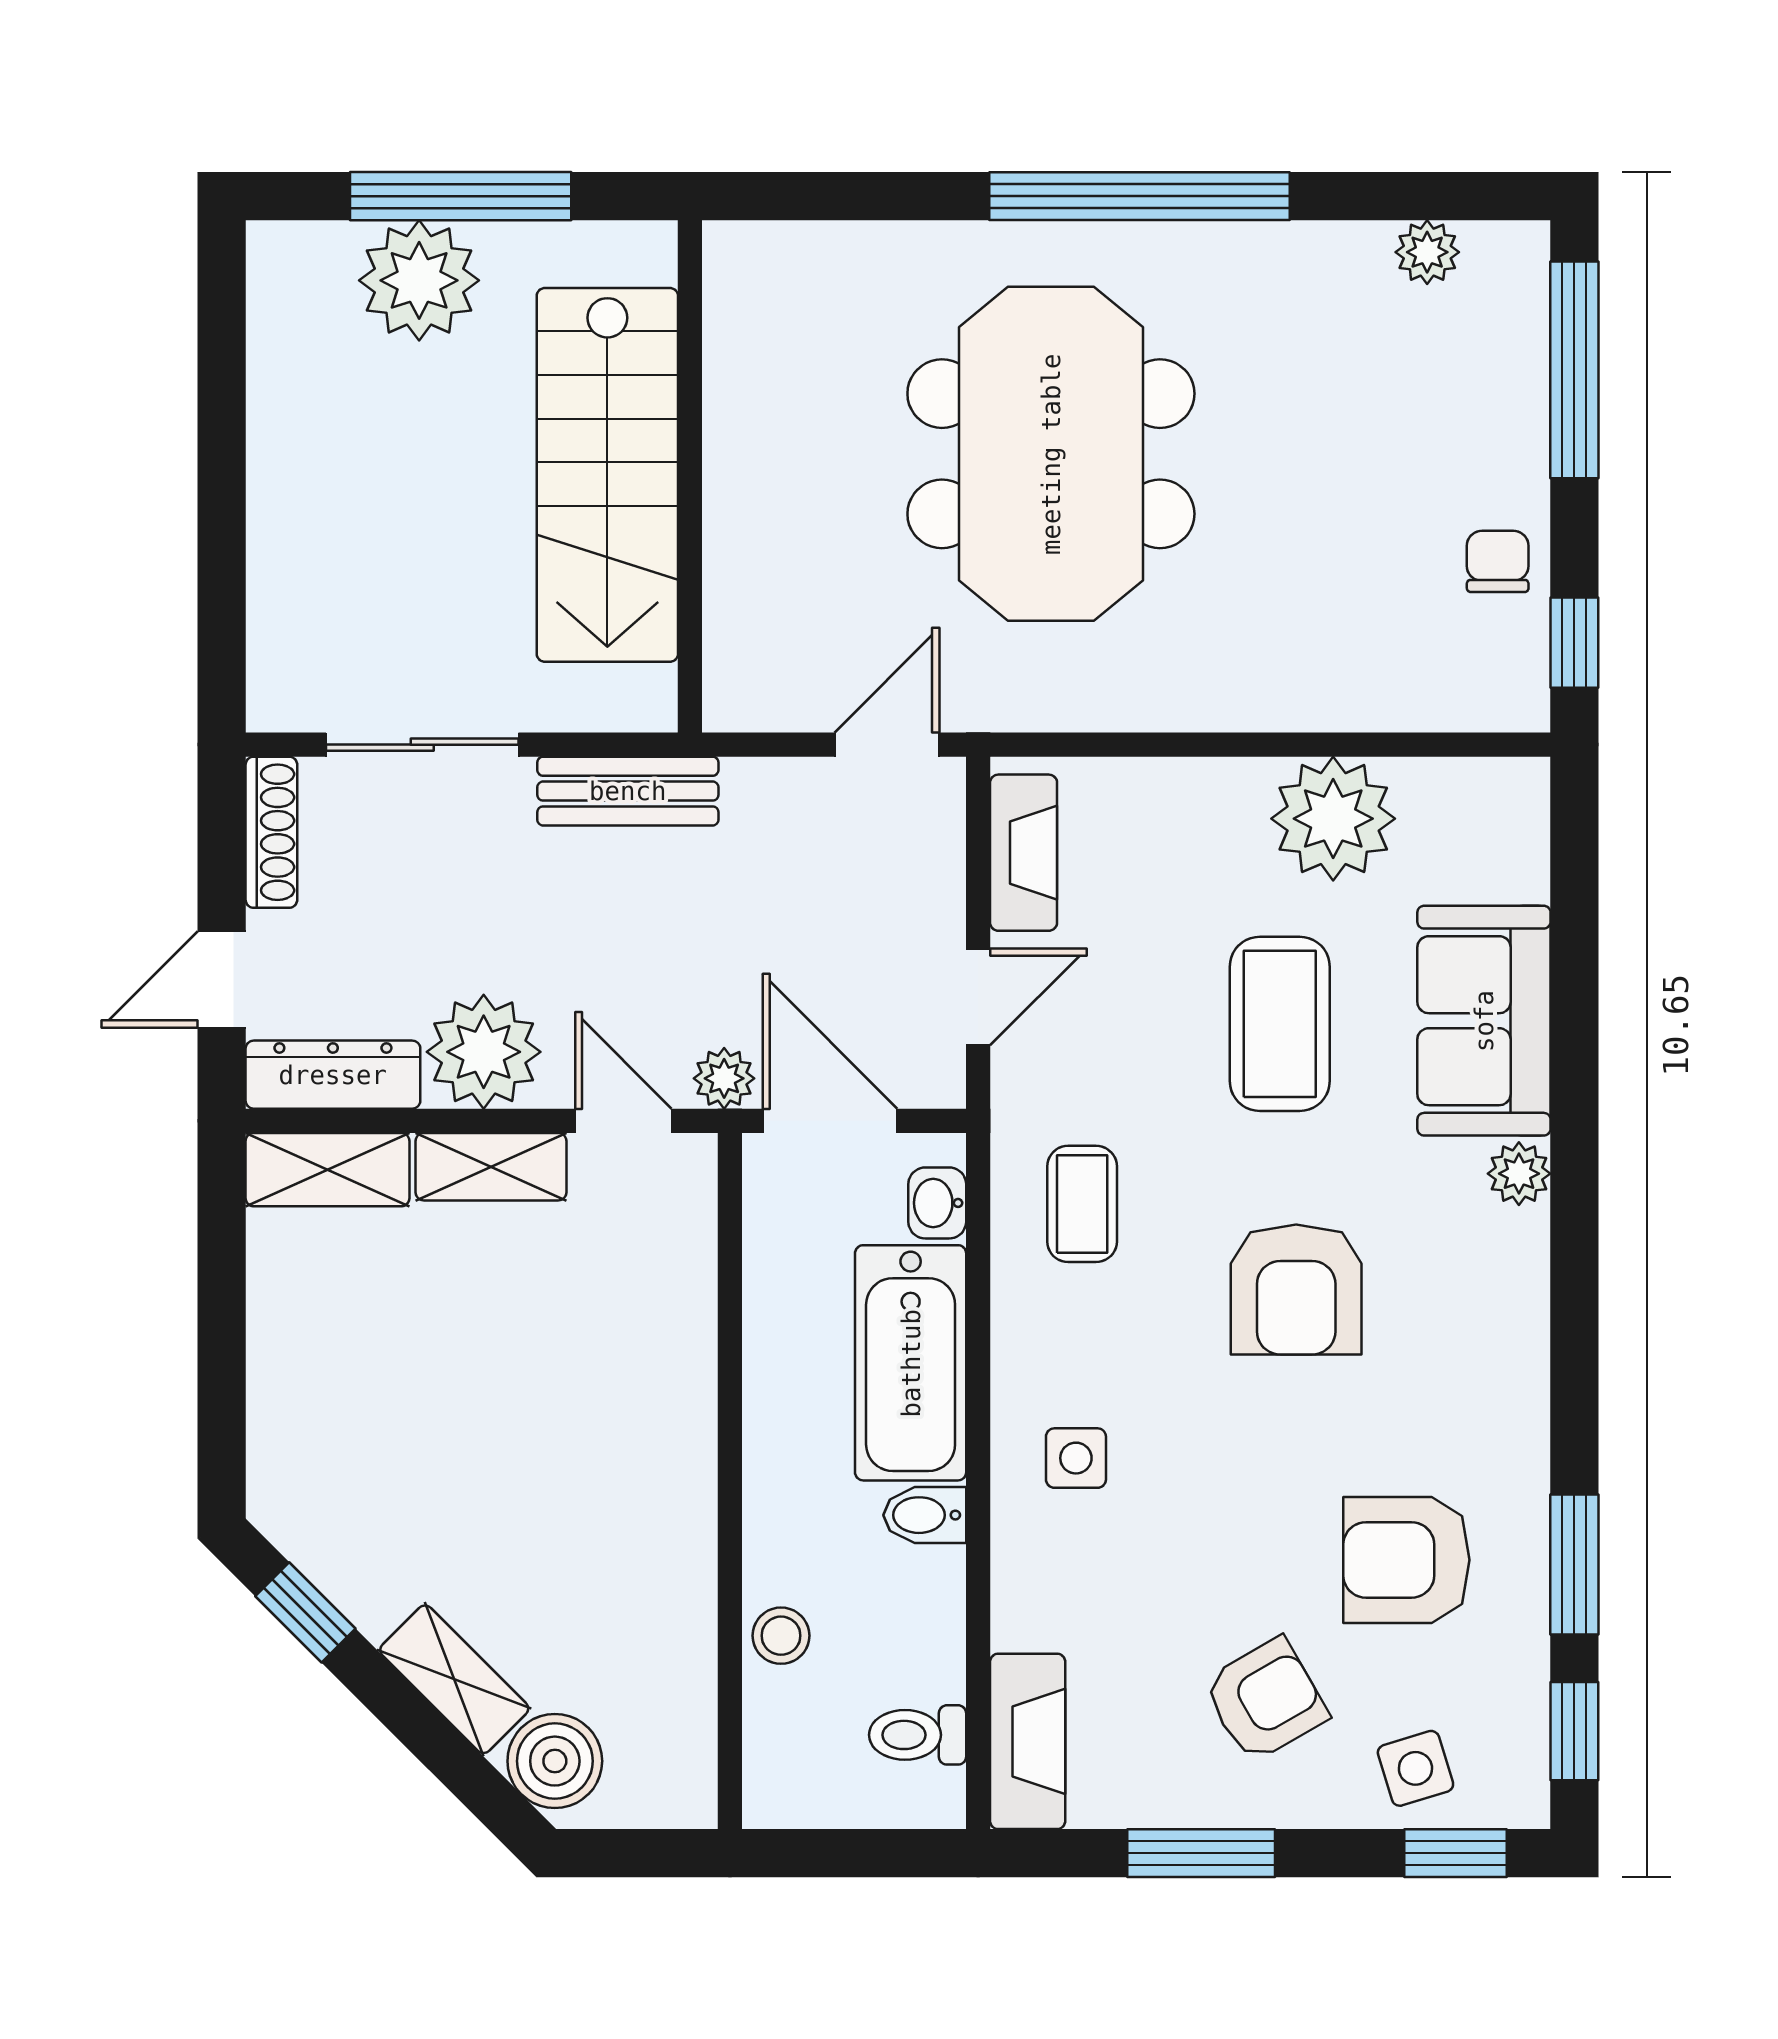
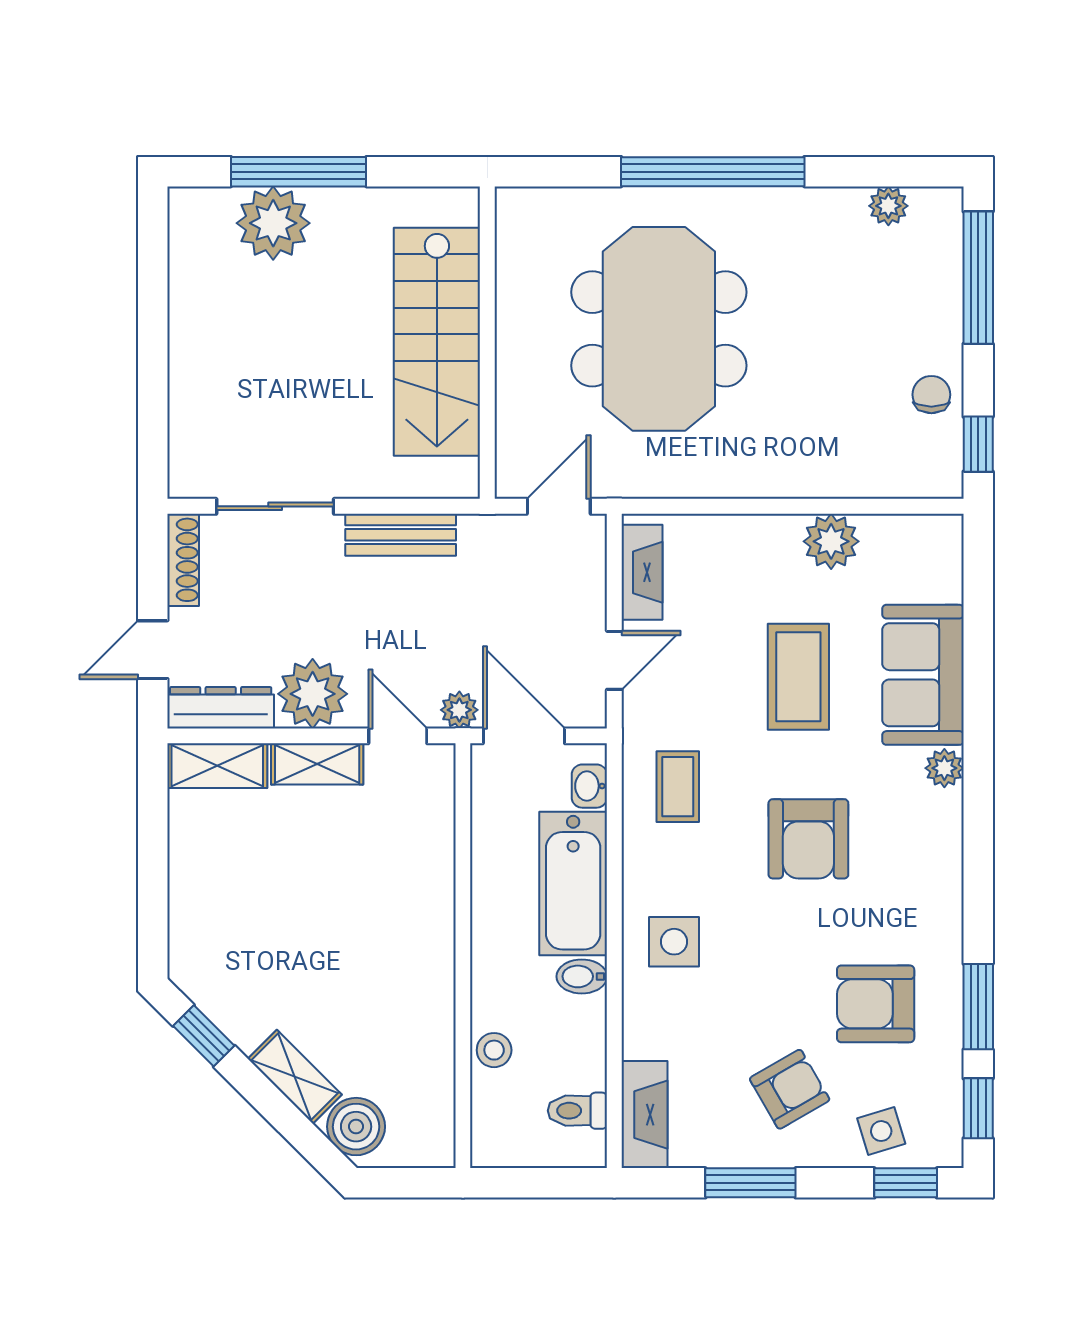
stairs: (607, 475) -> (437, 342), moved
wall: (690, 476) -> (487, 343), moved
plant: (1333, 819) -> (831, 541), width x0.73, depth x0.73
side table: (1076, 1458) -> (674, 942), width x1.37, depth x1.37

